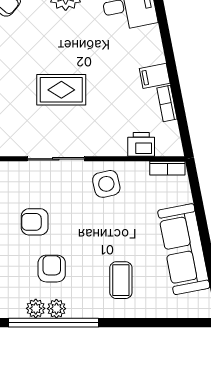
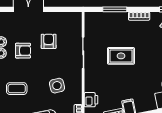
rug: (61, 90) -> (121, 56), turned 90
side table: (106, 184) -> (57, 86), moved

